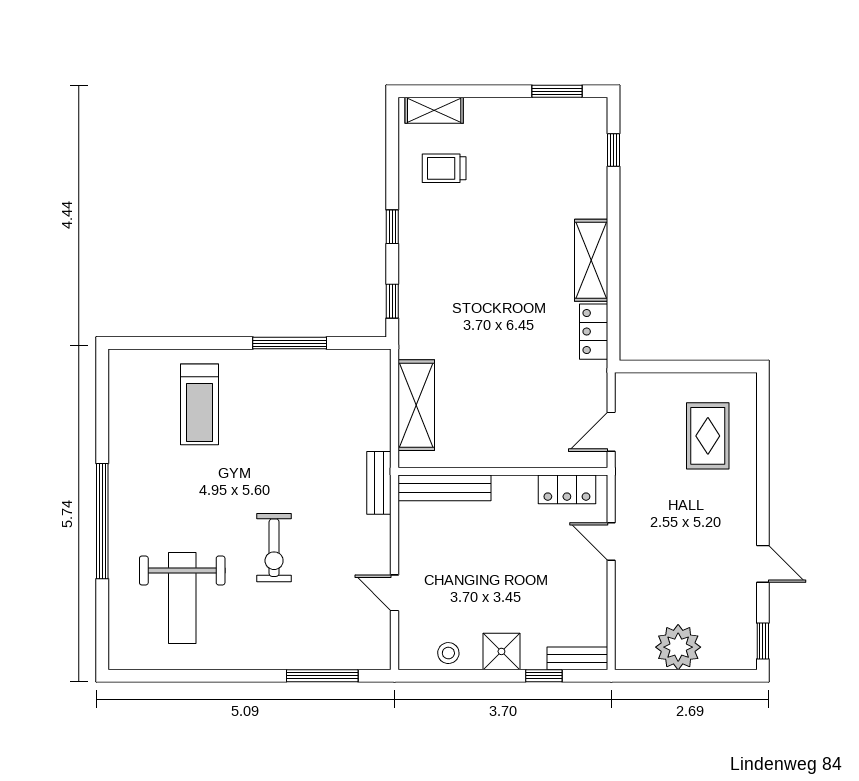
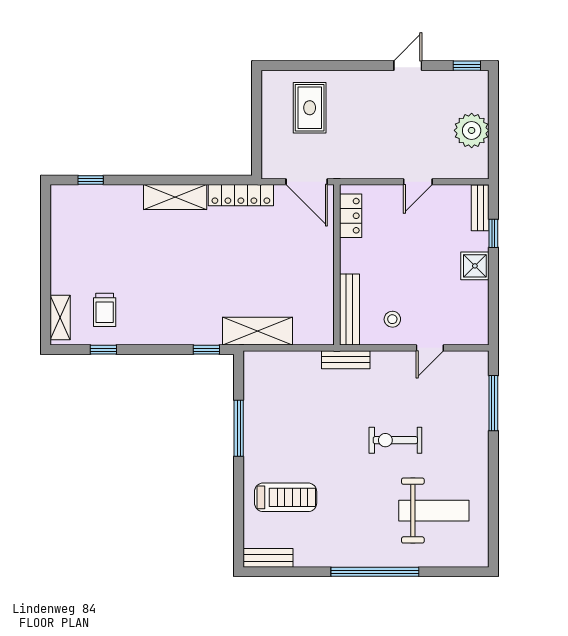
window: (557, 91) -> (46, 223), removed
window: (392, 227) -> (103, 350), moved
locker: (594, 332) -> (241, 195), width x1.53
bench: (121, 381) -> (268, 558), added
shelving: (416, 405) -> (258, 331), moved
door: (611, 432) -> (307, 182), width x1.38
rug: (708, 436) -> (310, 108), turned 90
door: (611, 541) -> (418, 182), moved
exercise bike: (274, 548) -> (395, 440), turned 180
stool: (448, 653) -> (392, 319), moved

